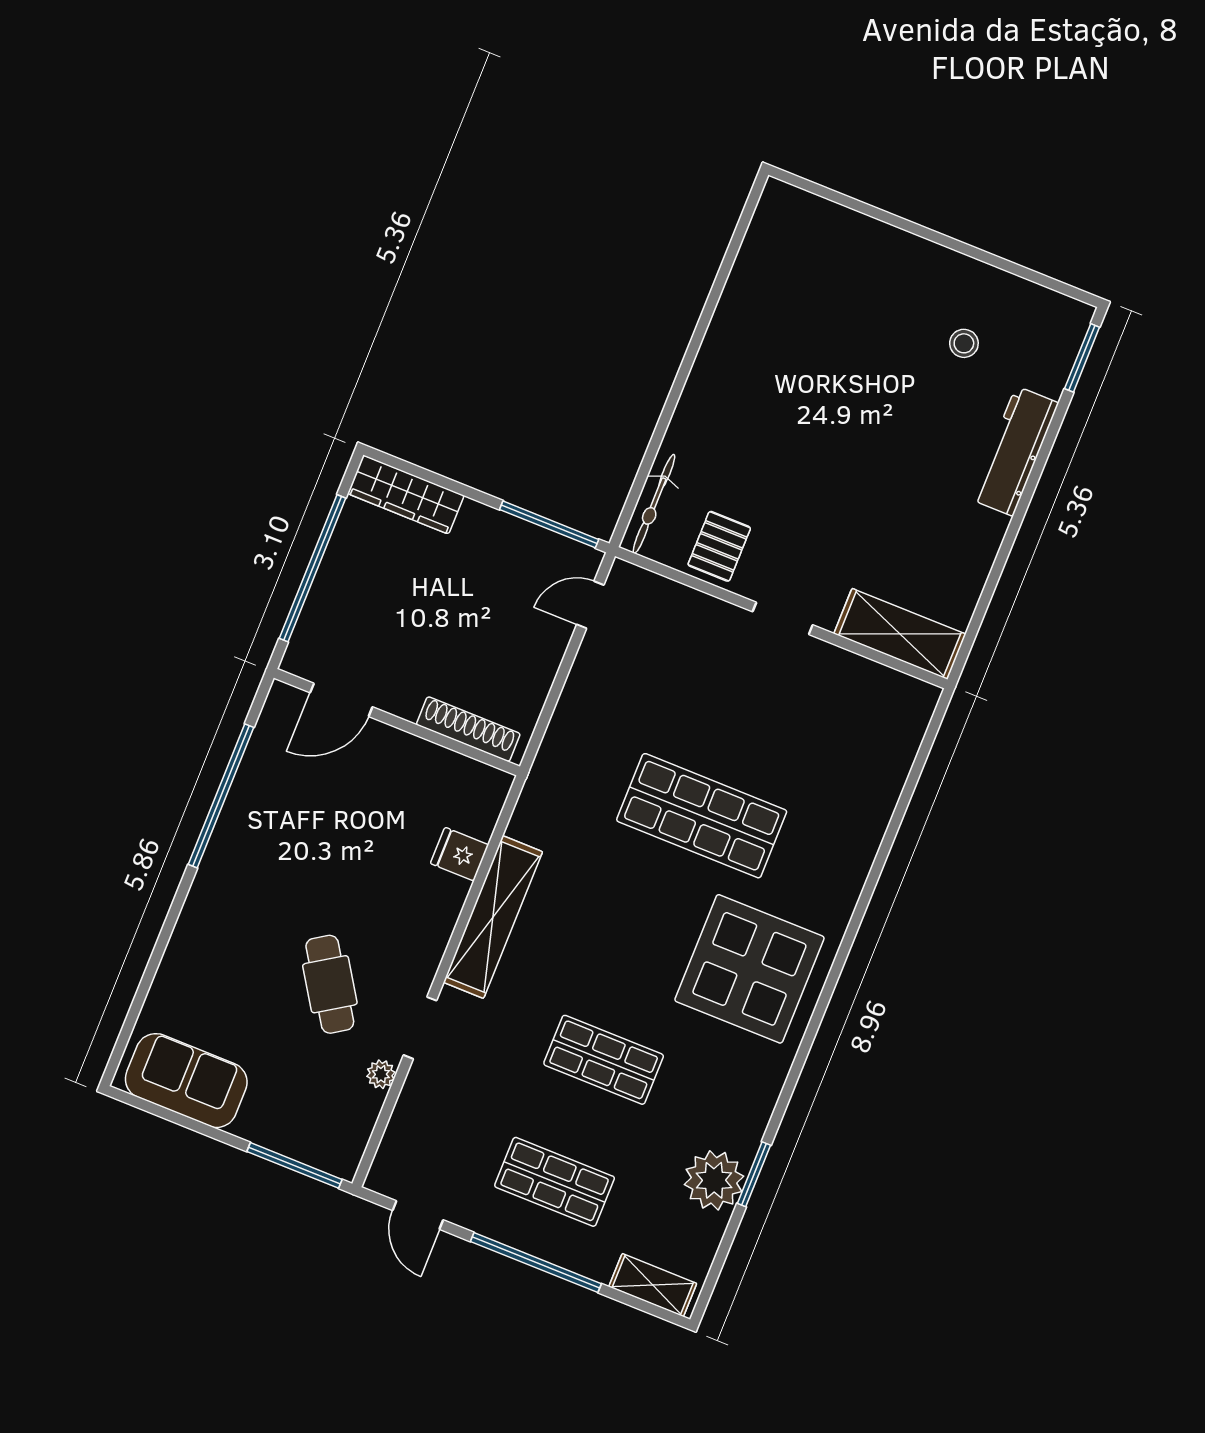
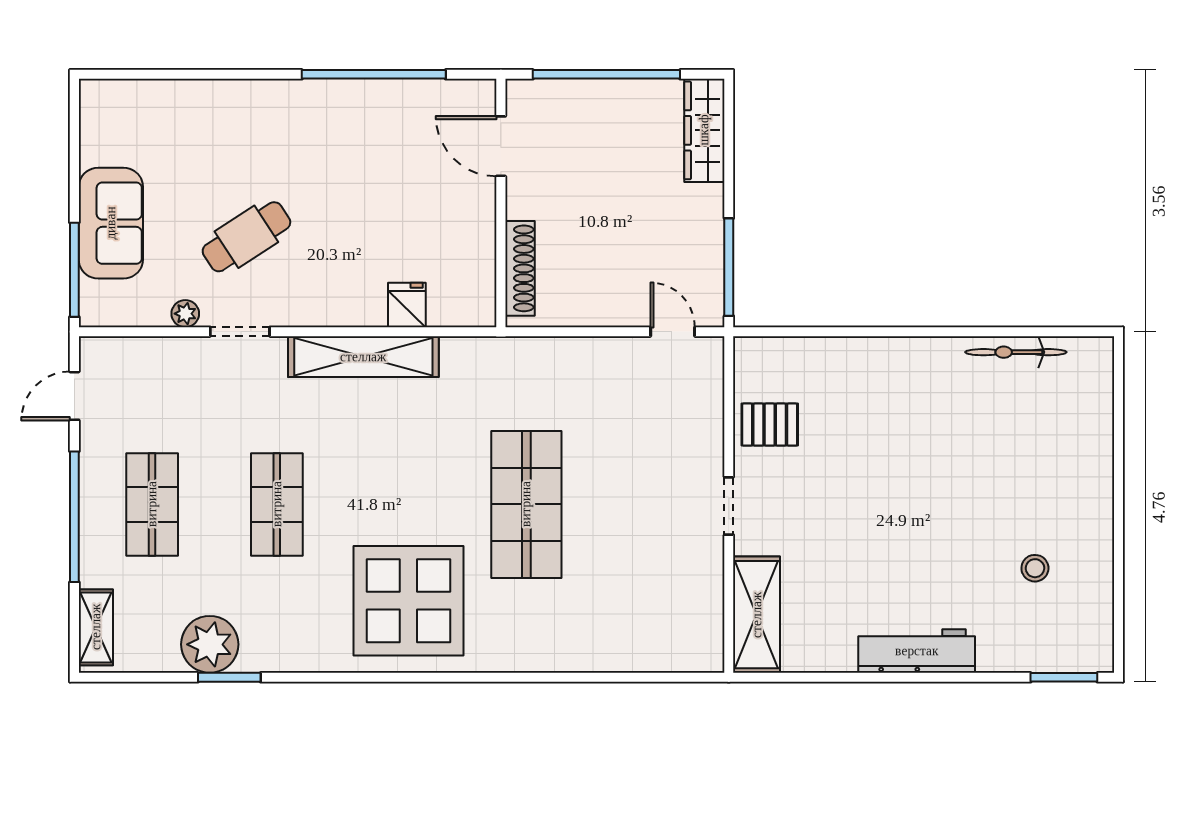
workbench: (1015, 451) -> (917, 651), moved
bicycle: (654, 504) -> (1016, 352), moved
sofa: (186, 1081) -> (111, 223), moved

